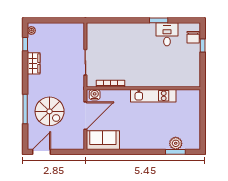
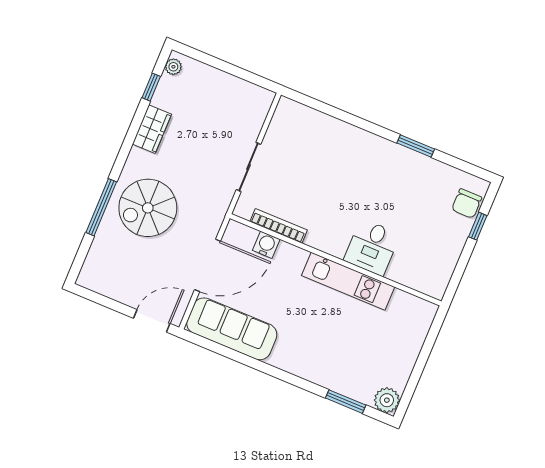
desk: (167, 34) -> (372, 247), moved, turned 180
water cooler: (95, 95) -> (266, 245), moved
spiral stairs: (50, 111) -> (148, 208), moved, turned 90
sofa: (103, 140) -> (232, 329), width x1.36
plant: (176, 143) -> (387, 400), moved
door: (42, 152) -> (152, 321), moved

